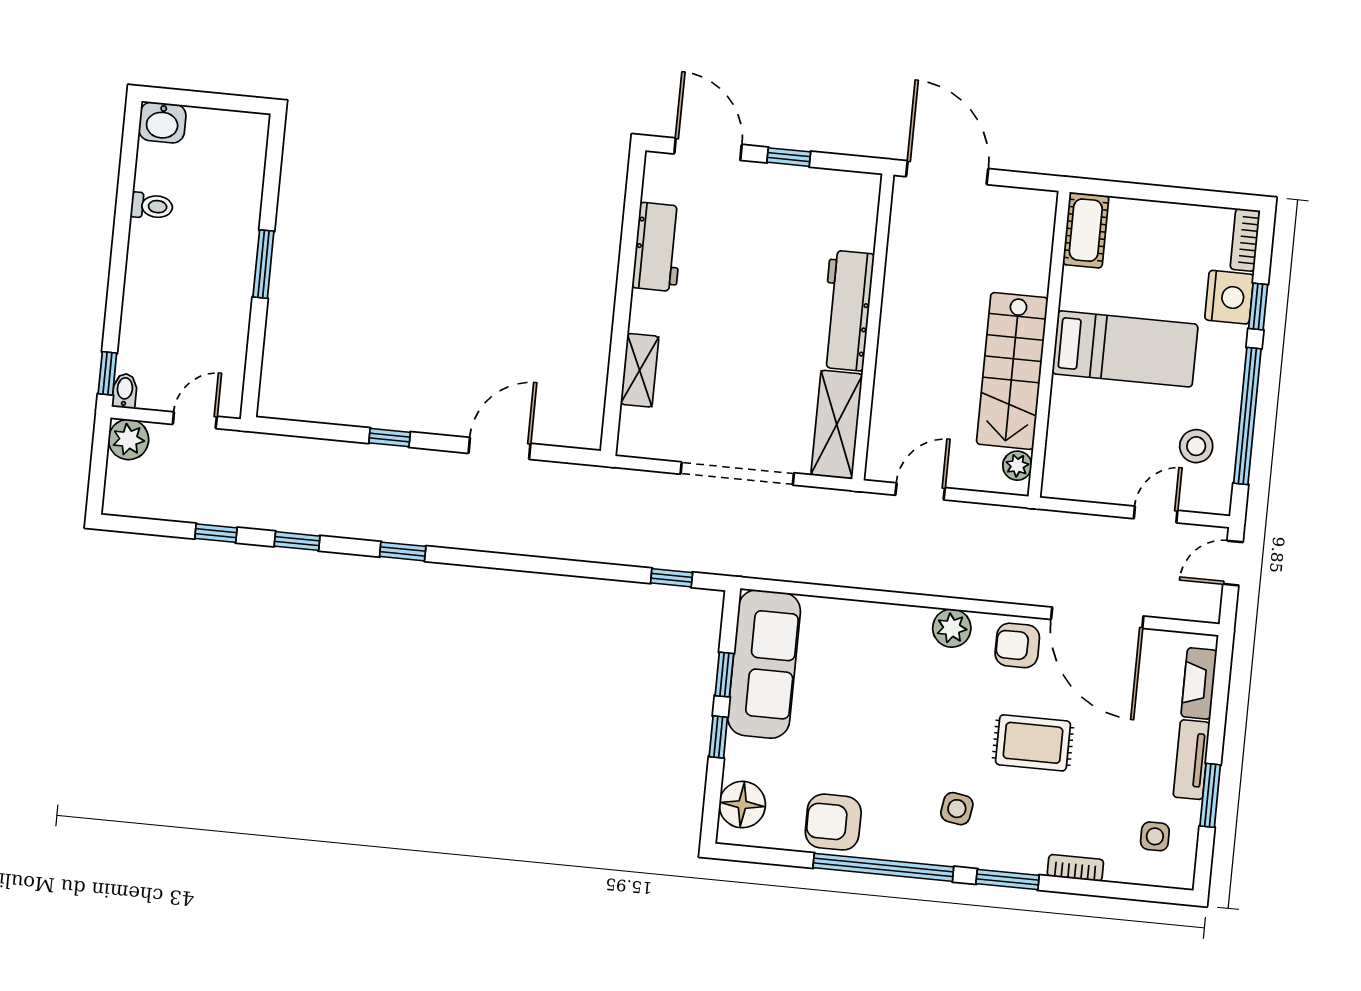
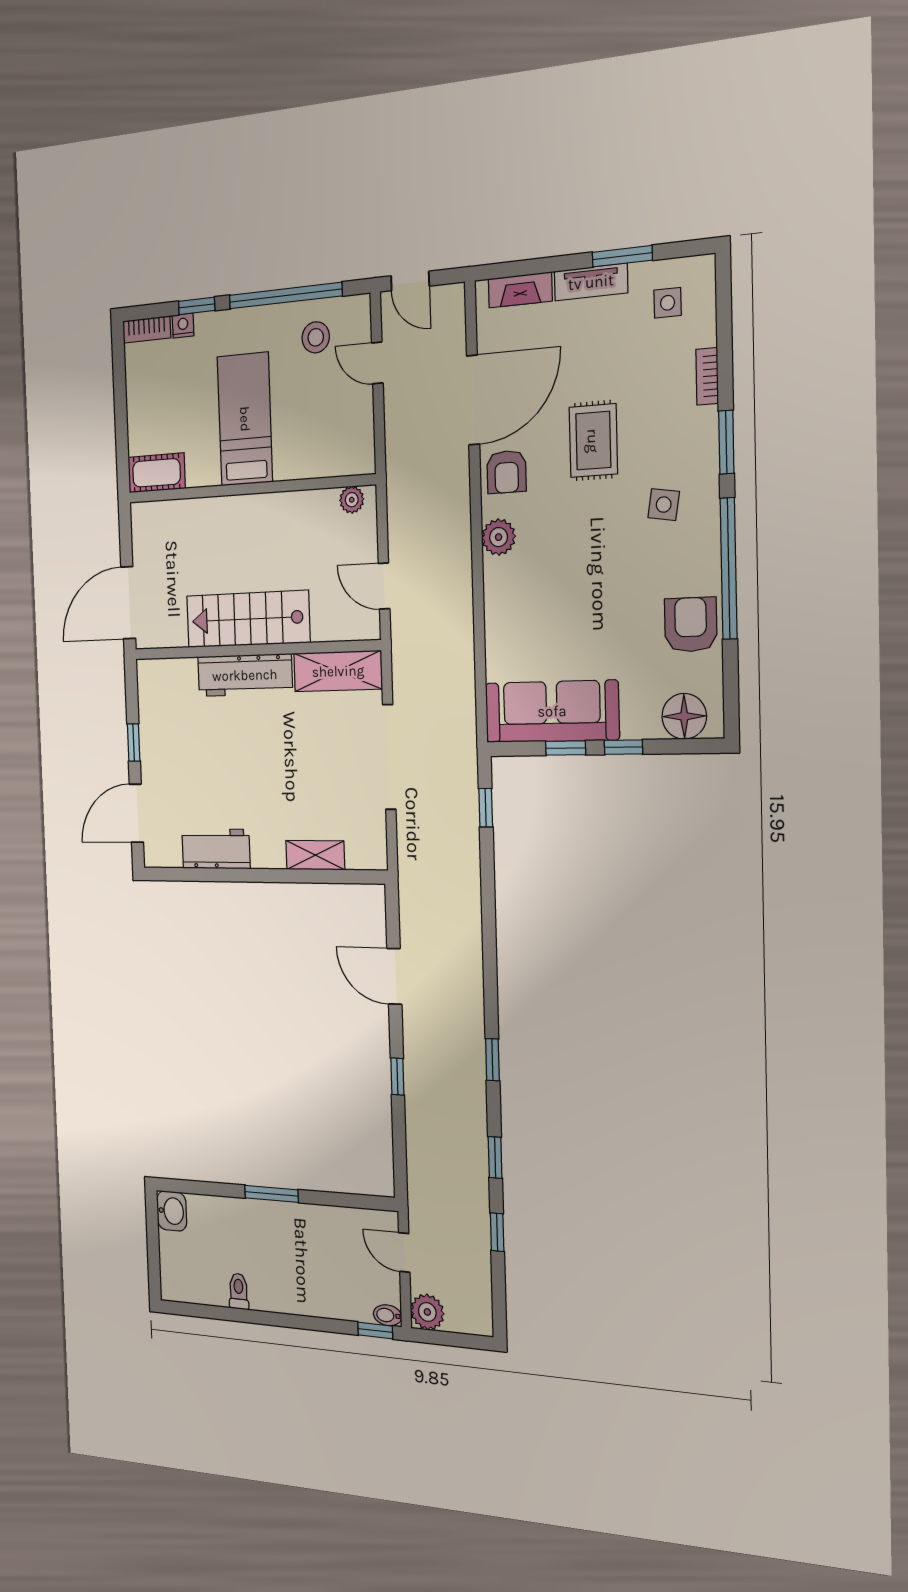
washbasin: (162, 122) -> (172, 1211), moved
nightstand: (1229, 297) -> (183, 326), width x0.53, depth x0.56
stairs: (1012, 371) -> (248, 619), moved, turned 180
armchair: (833, 822) -> (691, 625), turned 180

